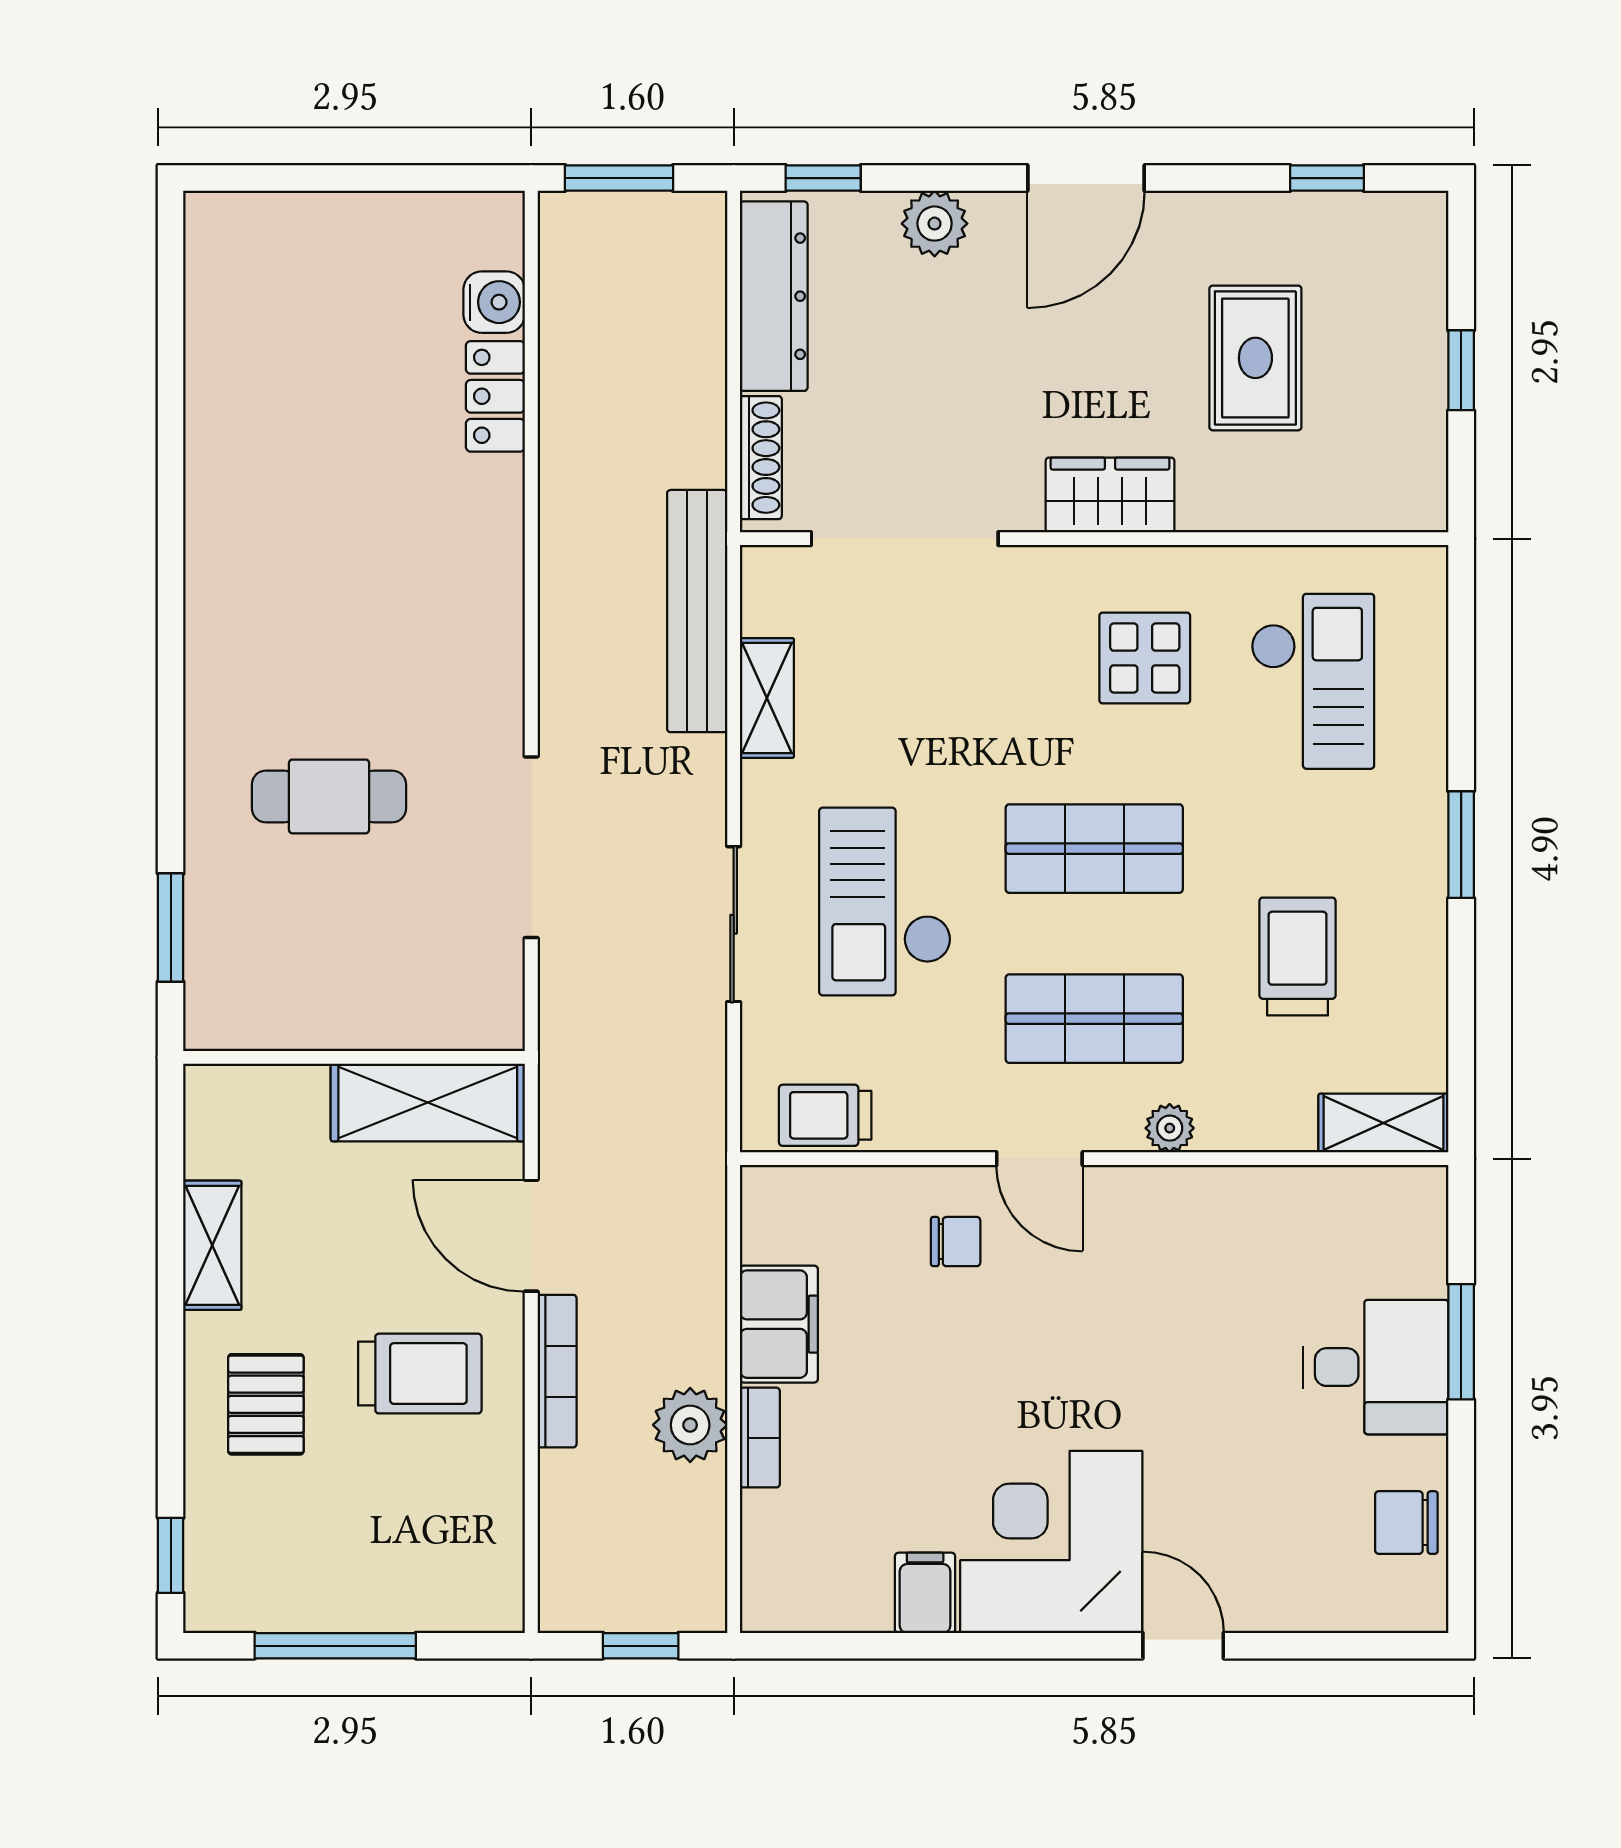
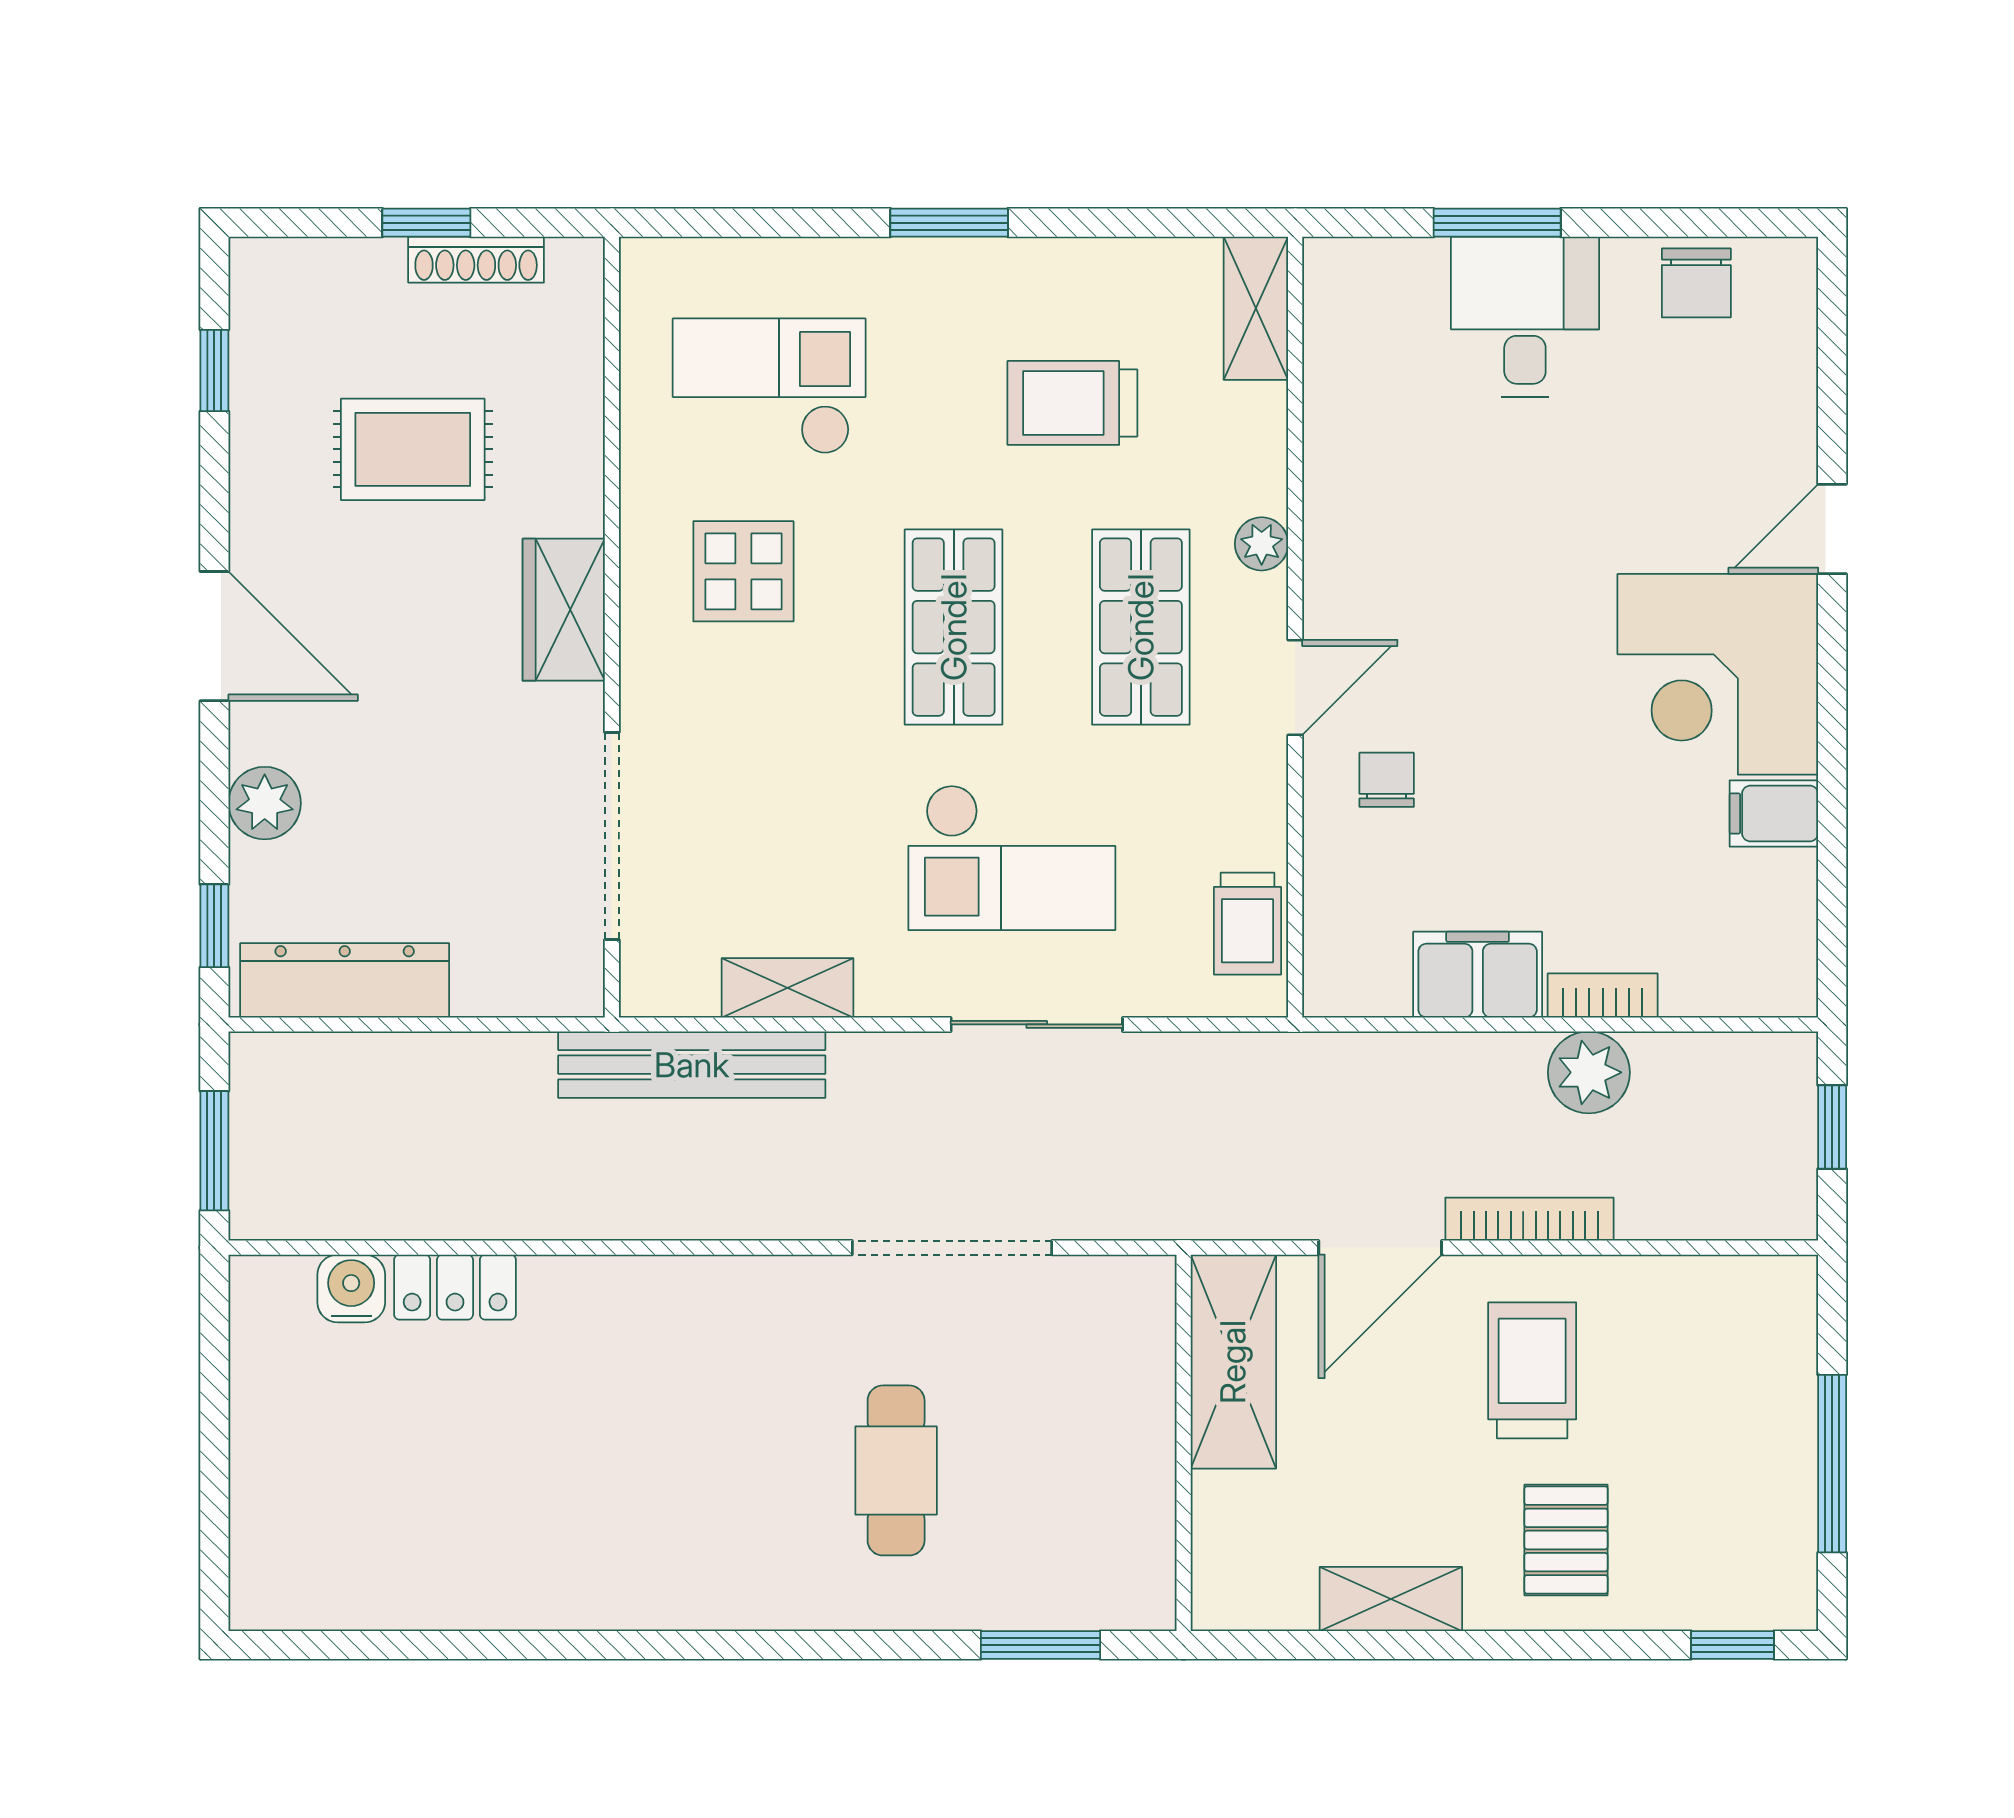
shoe rack: (761, 458) -> (476, 260), moved, turned 180
pallet: (266, 1404) -> (1566, 1540), turned 90

